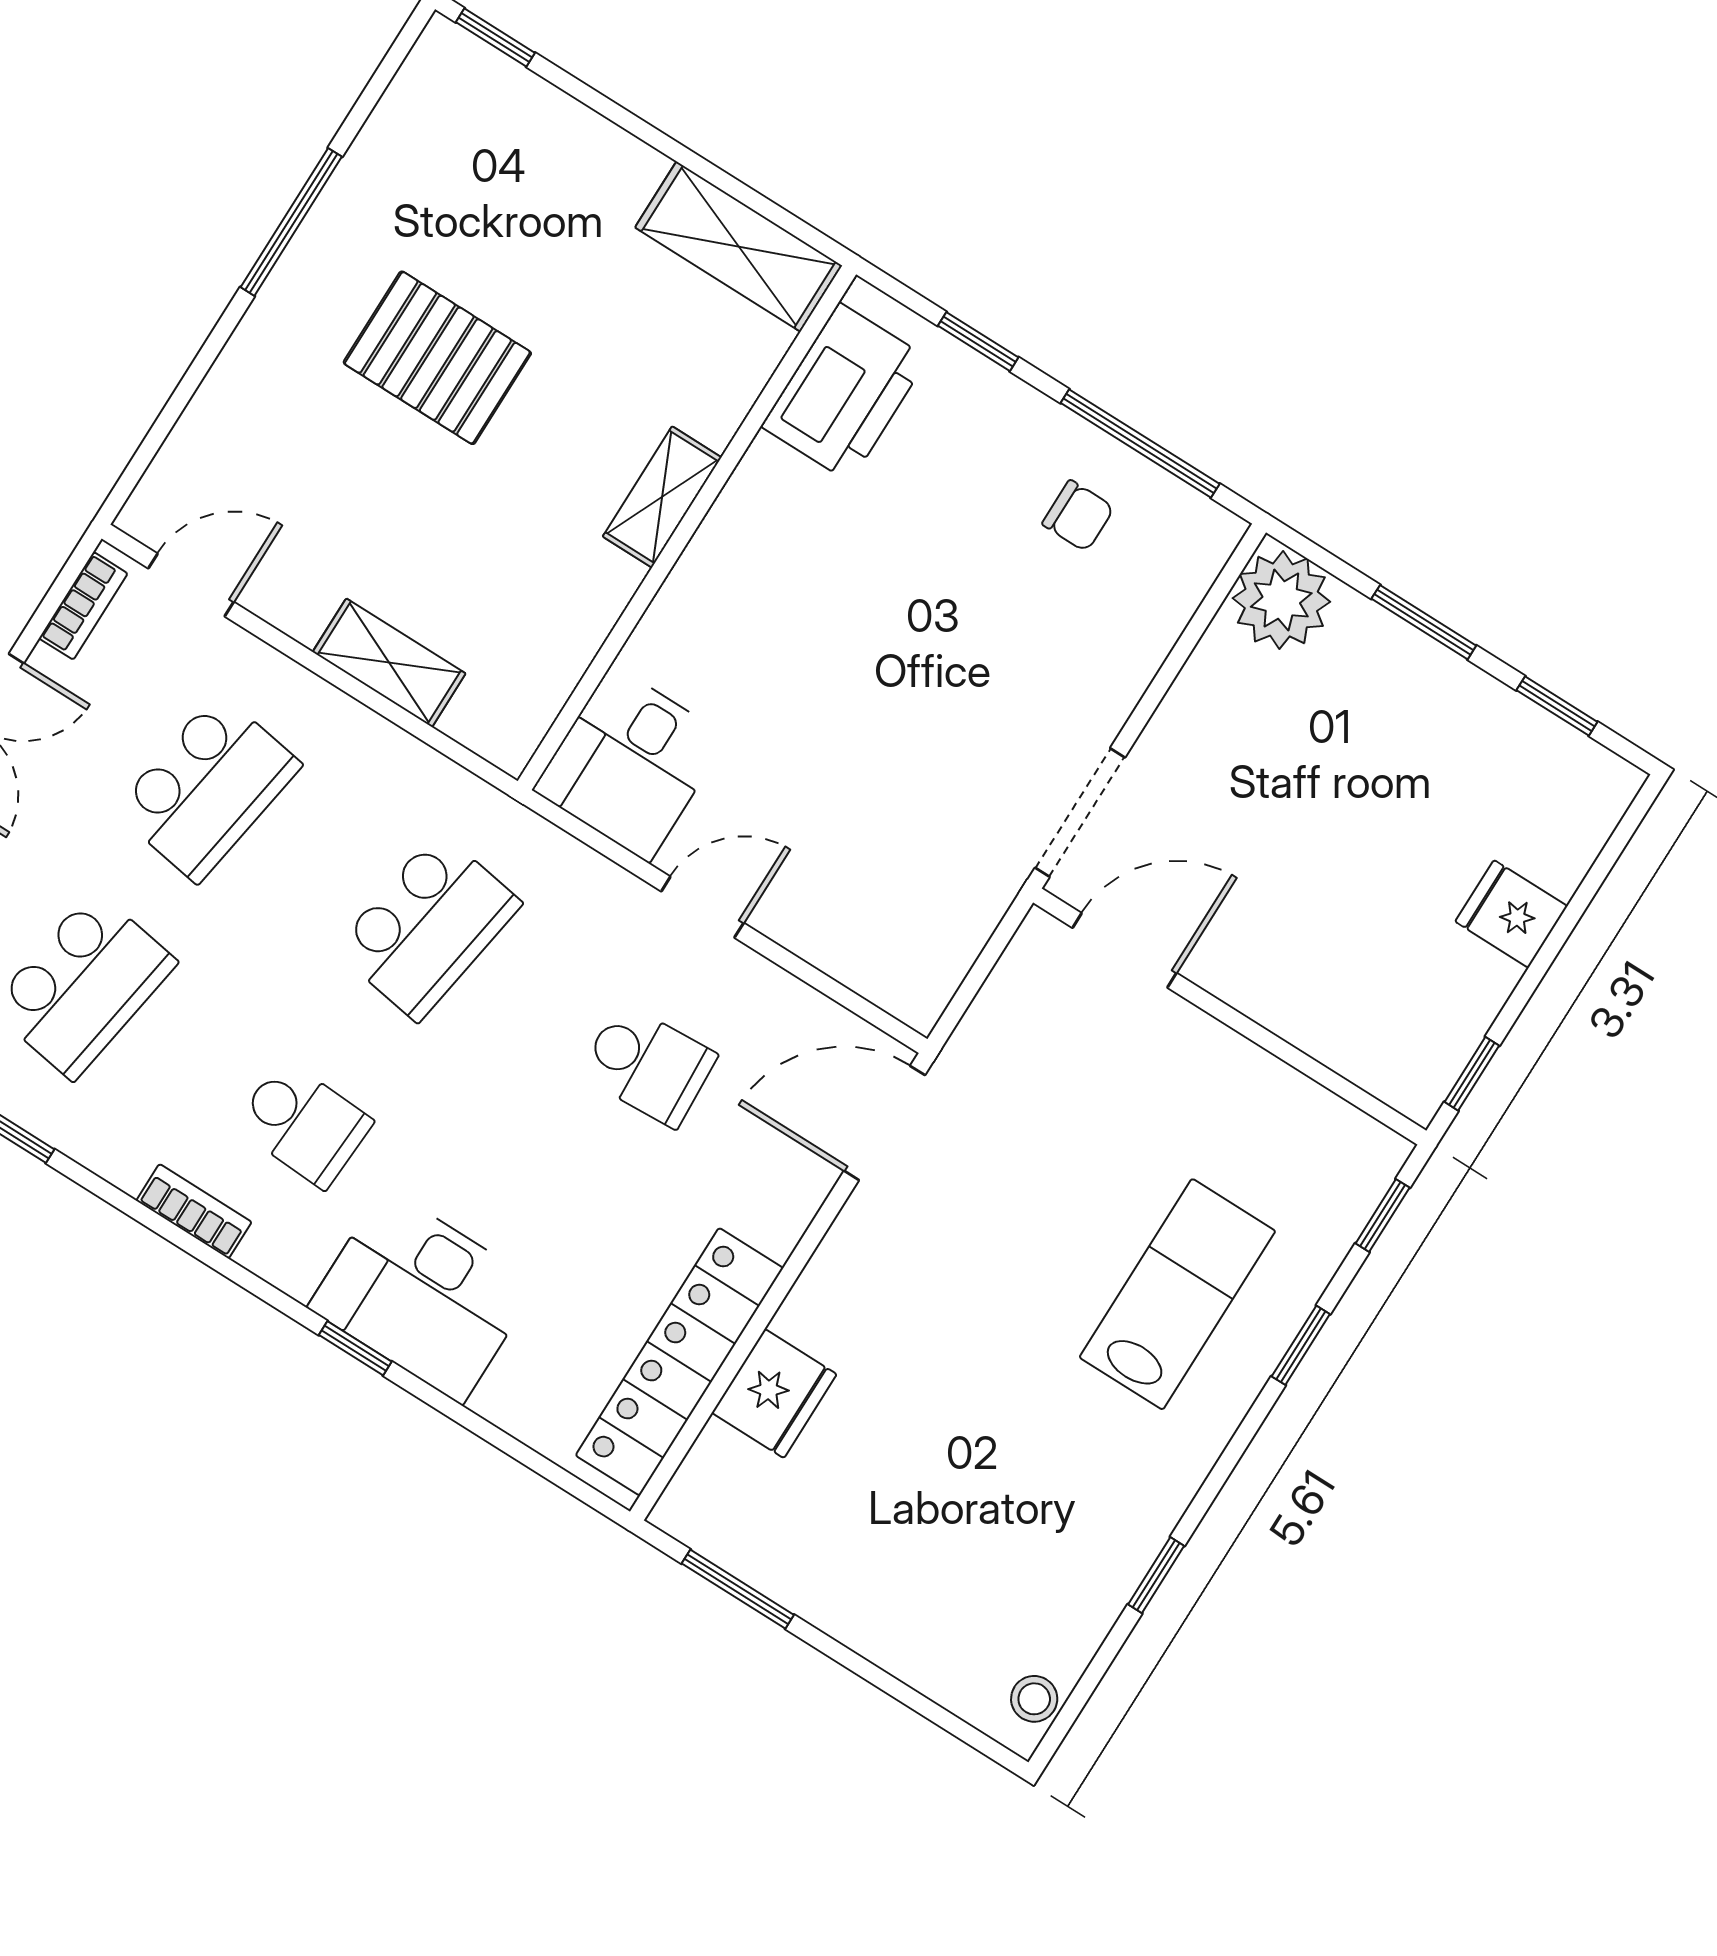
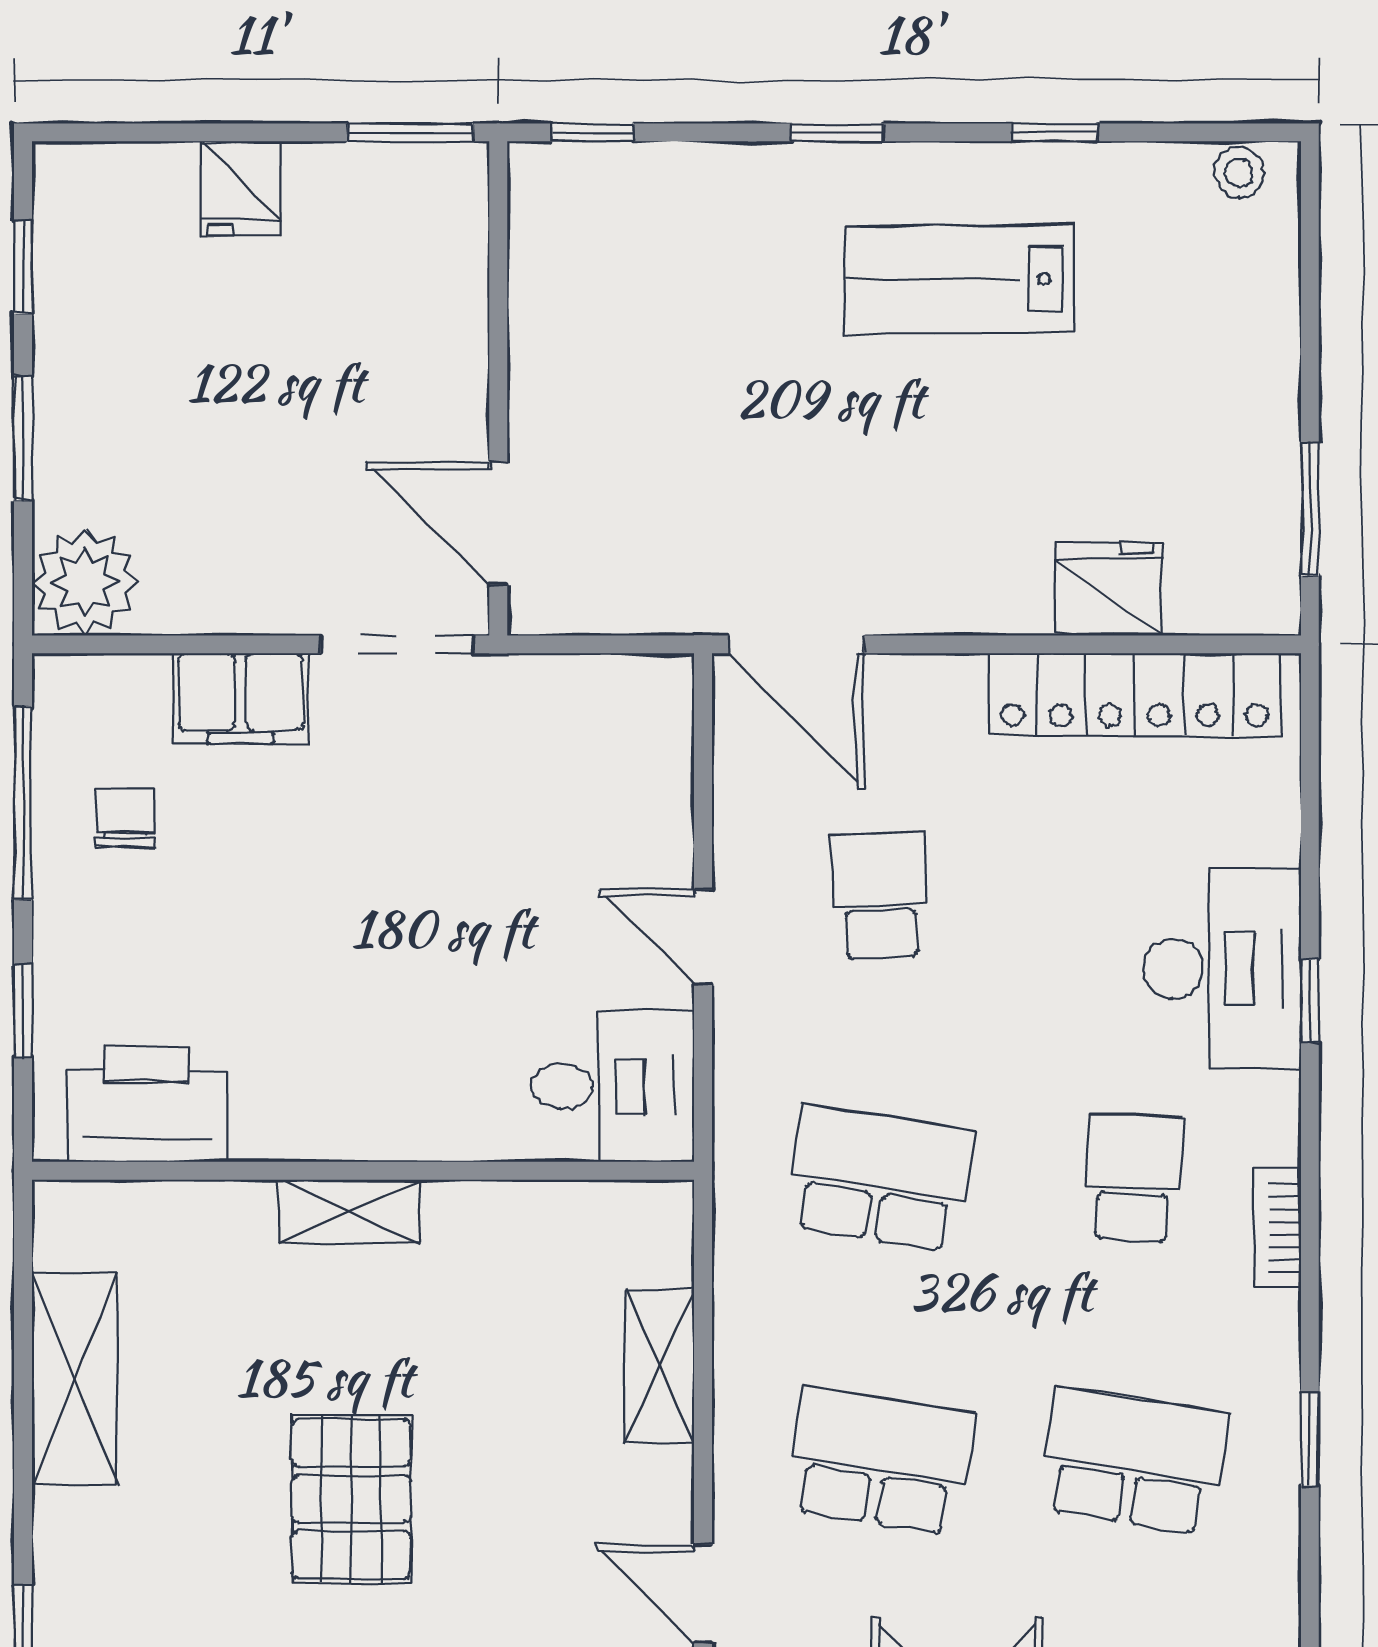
shelving: (739, 247) -> (74, 1379), moved
filing cabinet: (1115, 664) -> (241, 698), added
window: (1472, 1074) -> (411, 132), width x1.50
lab bench: (1177, 1294) -> (959, 279), moved
window: (1301, 1345) -> (837, 132), moved

